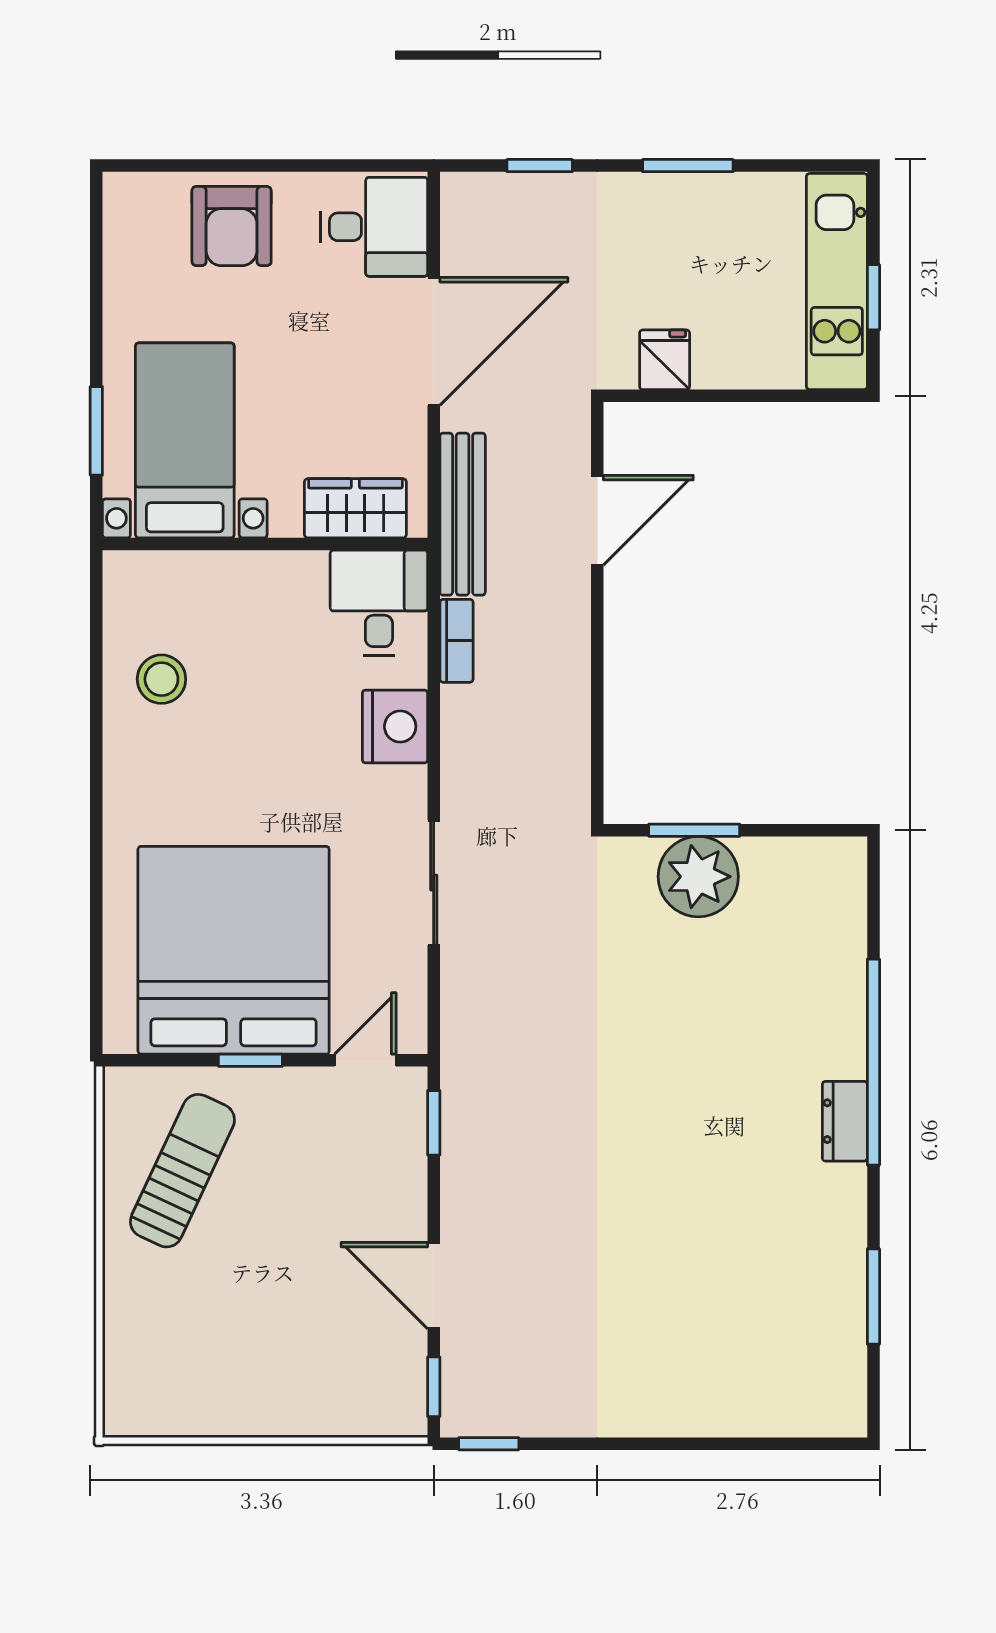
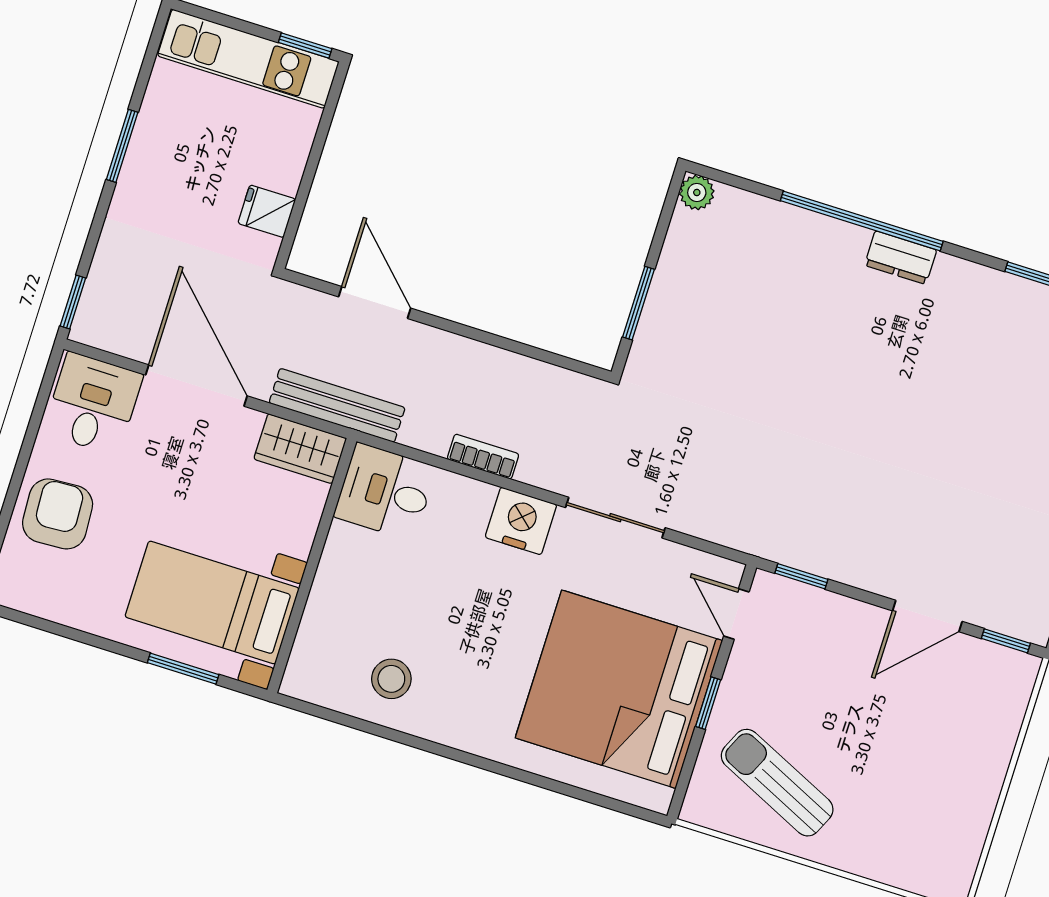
window: (540, 166) -> (73, 302), moved
armchair: (232, 226) -> (58, 514), turned -93
window: (873, 297) -> (305, 45), moved
wardrobe: (355, 508) -> (300, 449), moved, turned -90
bookcase: (456, 641) -> (483, 457), moved
nightstand: (395, 726) -> (521, 521), moved
plant: (698, 877) -> (697, 192), moved, width x0.53, depth x0.53

